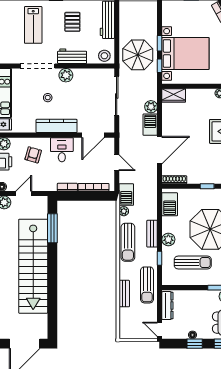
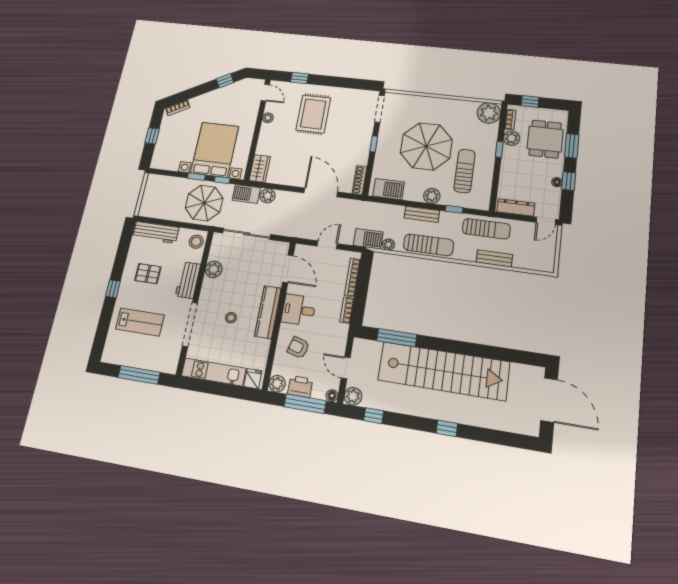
plant: (66, 75) -> (214, 269), moved
barbecue: (150, 125) -> (246, 194), moved

